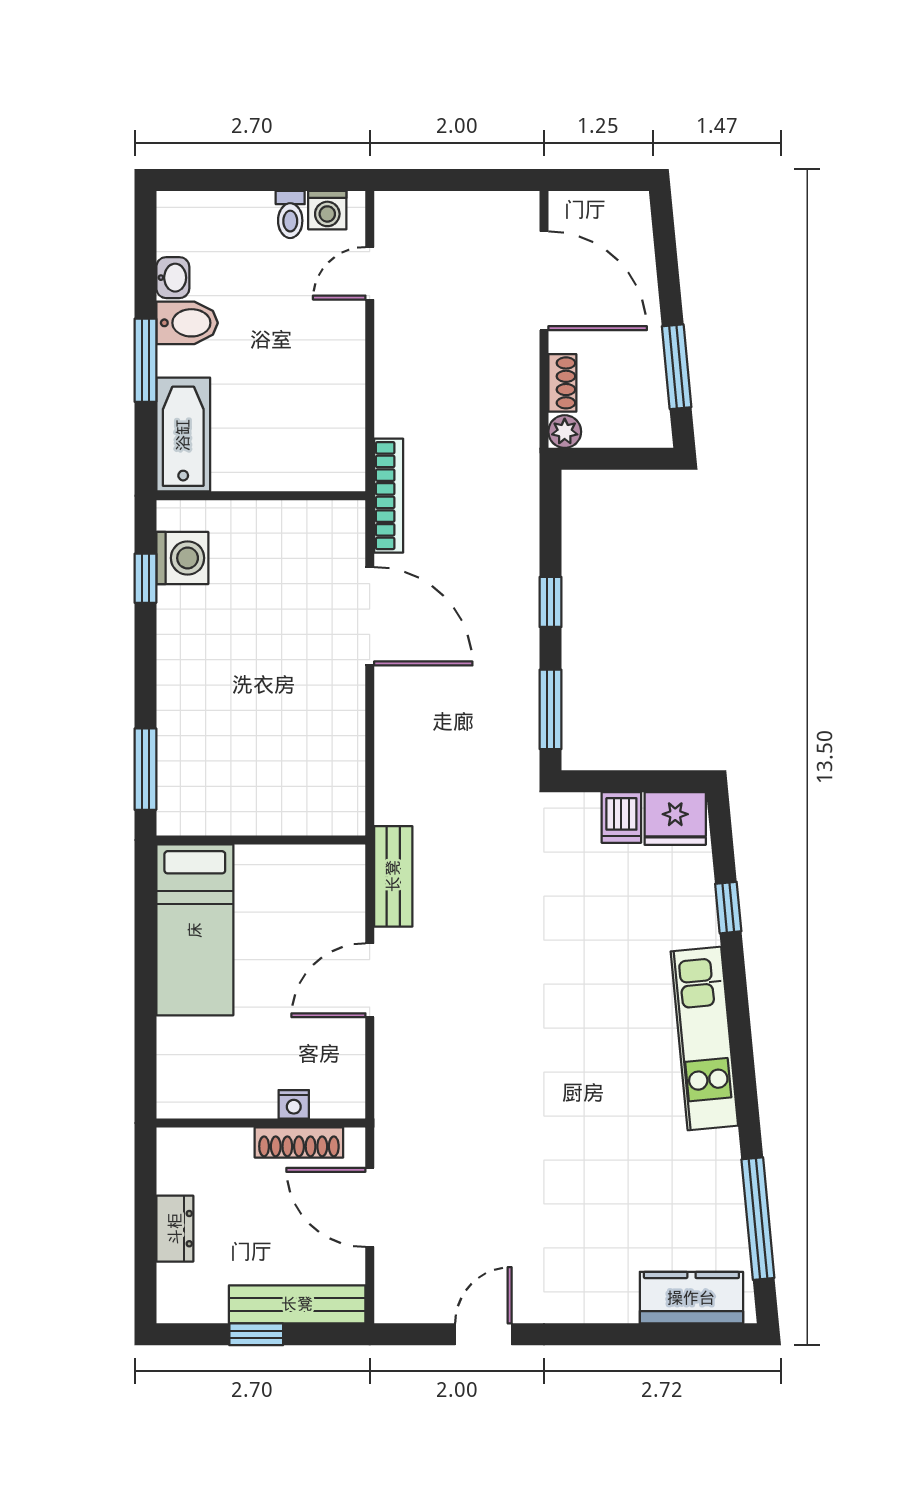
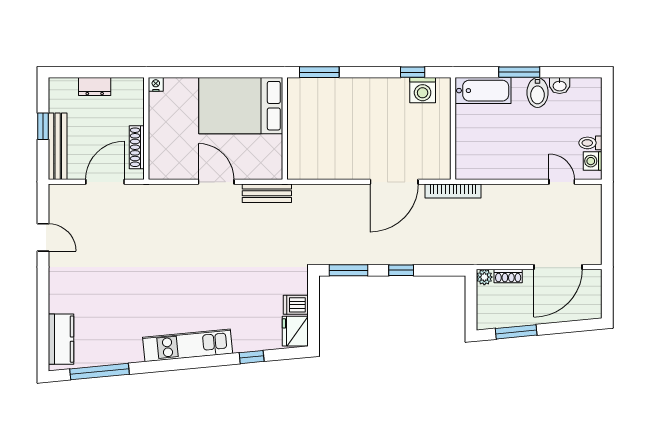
bed: (195, 930) -> (241, 106), width x1.50
nightstand: (294, 1104) -> (156, 84), moved, turned 90

